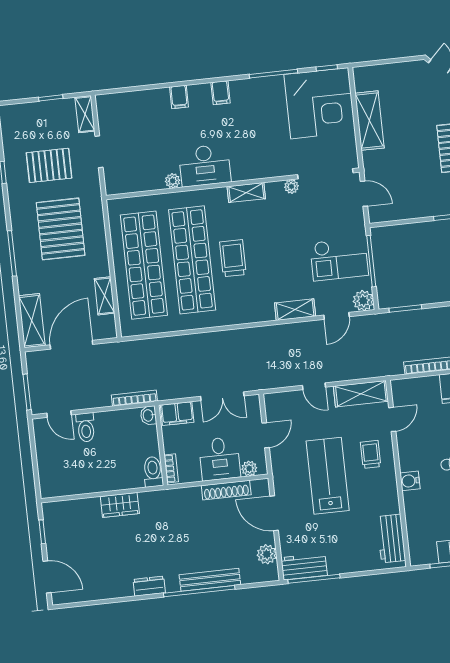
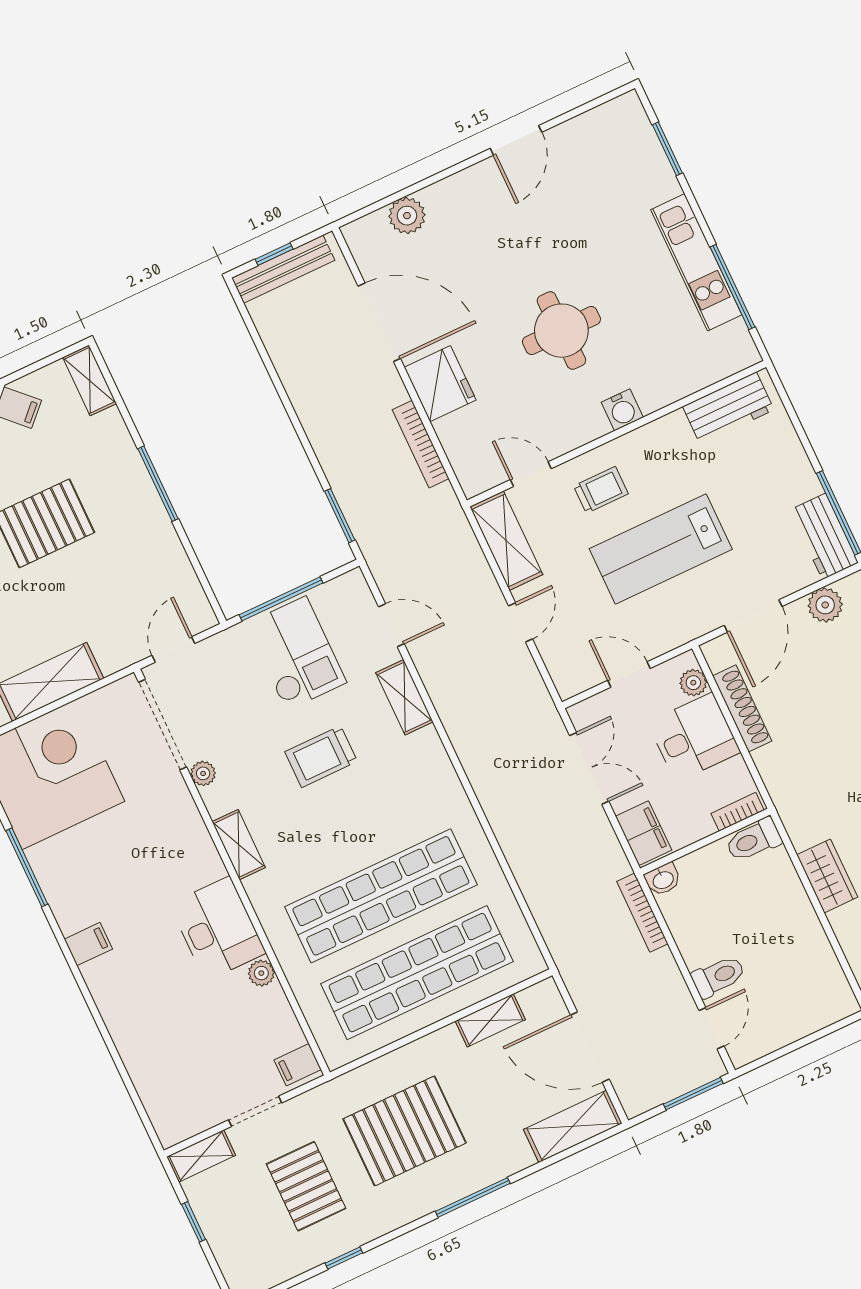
filing cabinet: (179, 97) -> (298, 1065), moved, turned 180
trolley: (233, 258) -> (321, 757), moved
plant: (363, 301) -> (351, 590), removed
trolley: (371, 454) -> (601, 490), turned 180

